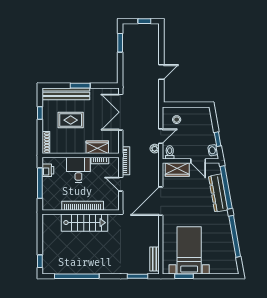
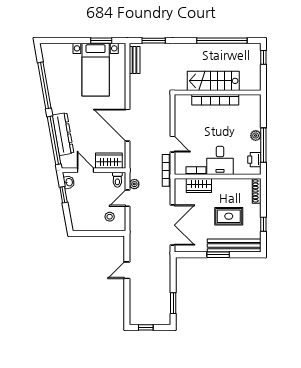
plant: (47, 192) -> (256, 136), added
door: (161, 201) -> (127, 125), swing flipped
bookcase: (83, 206) -> (215, 100), moved
wall: (81, 212) -> (218, 93), moved
stairs: (84, 223) -> (213, 81), moved

